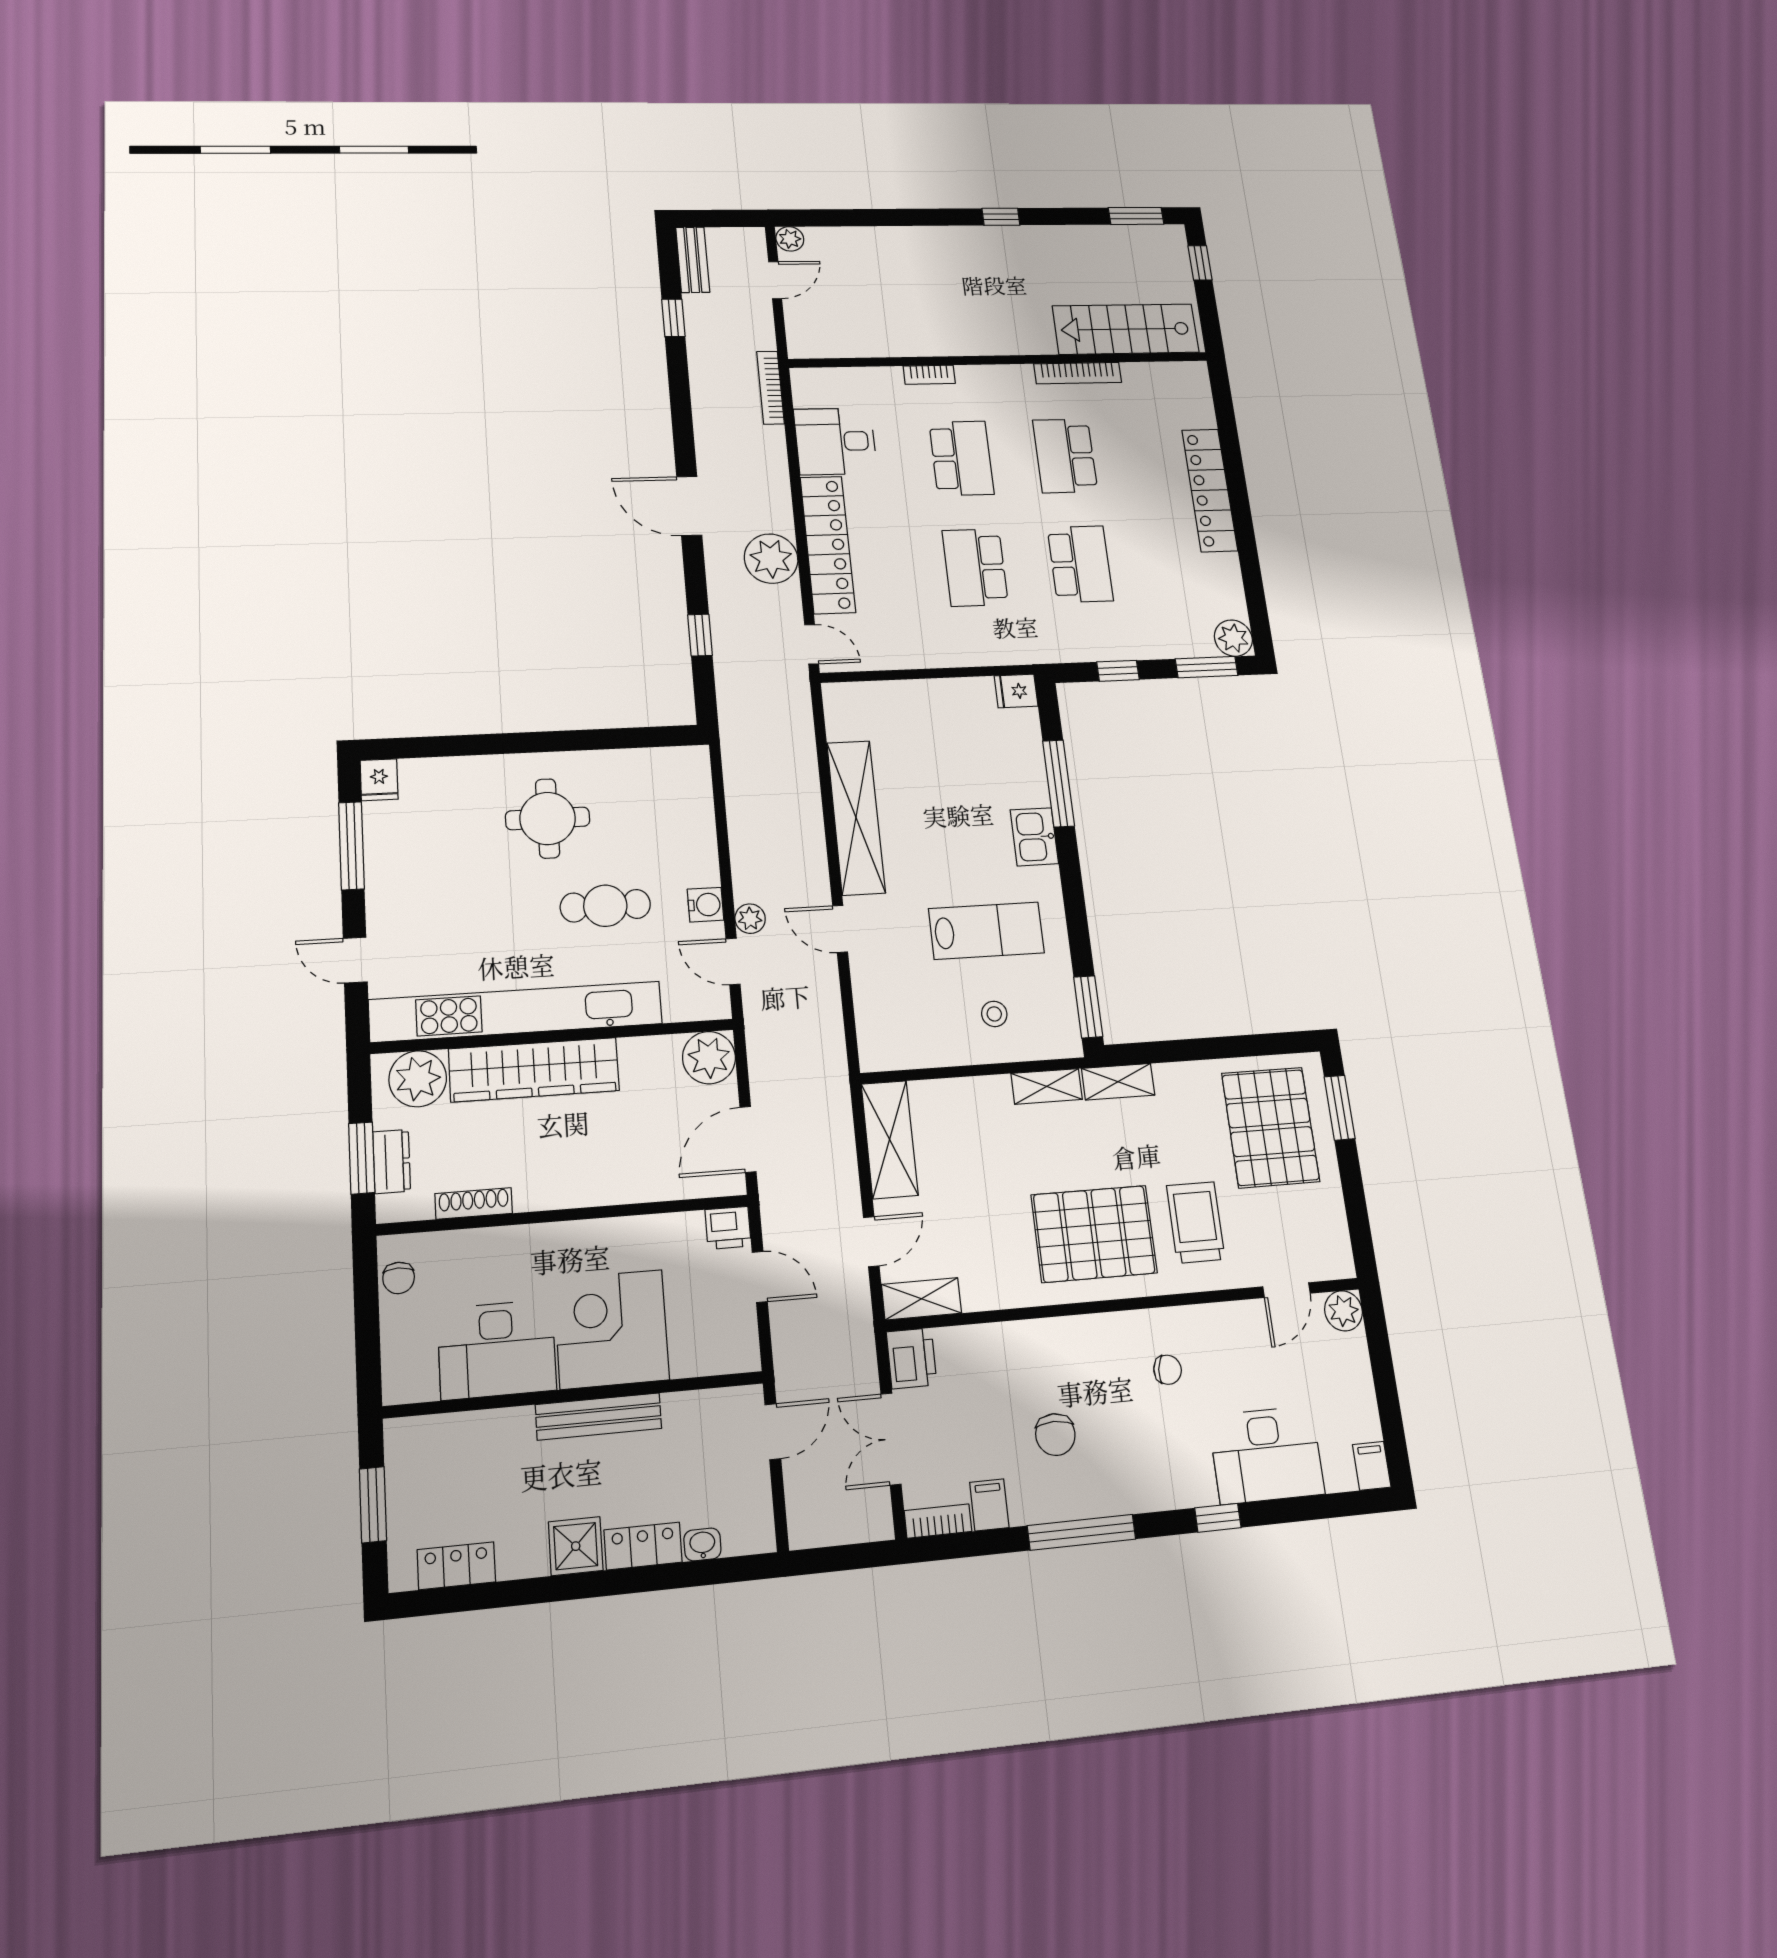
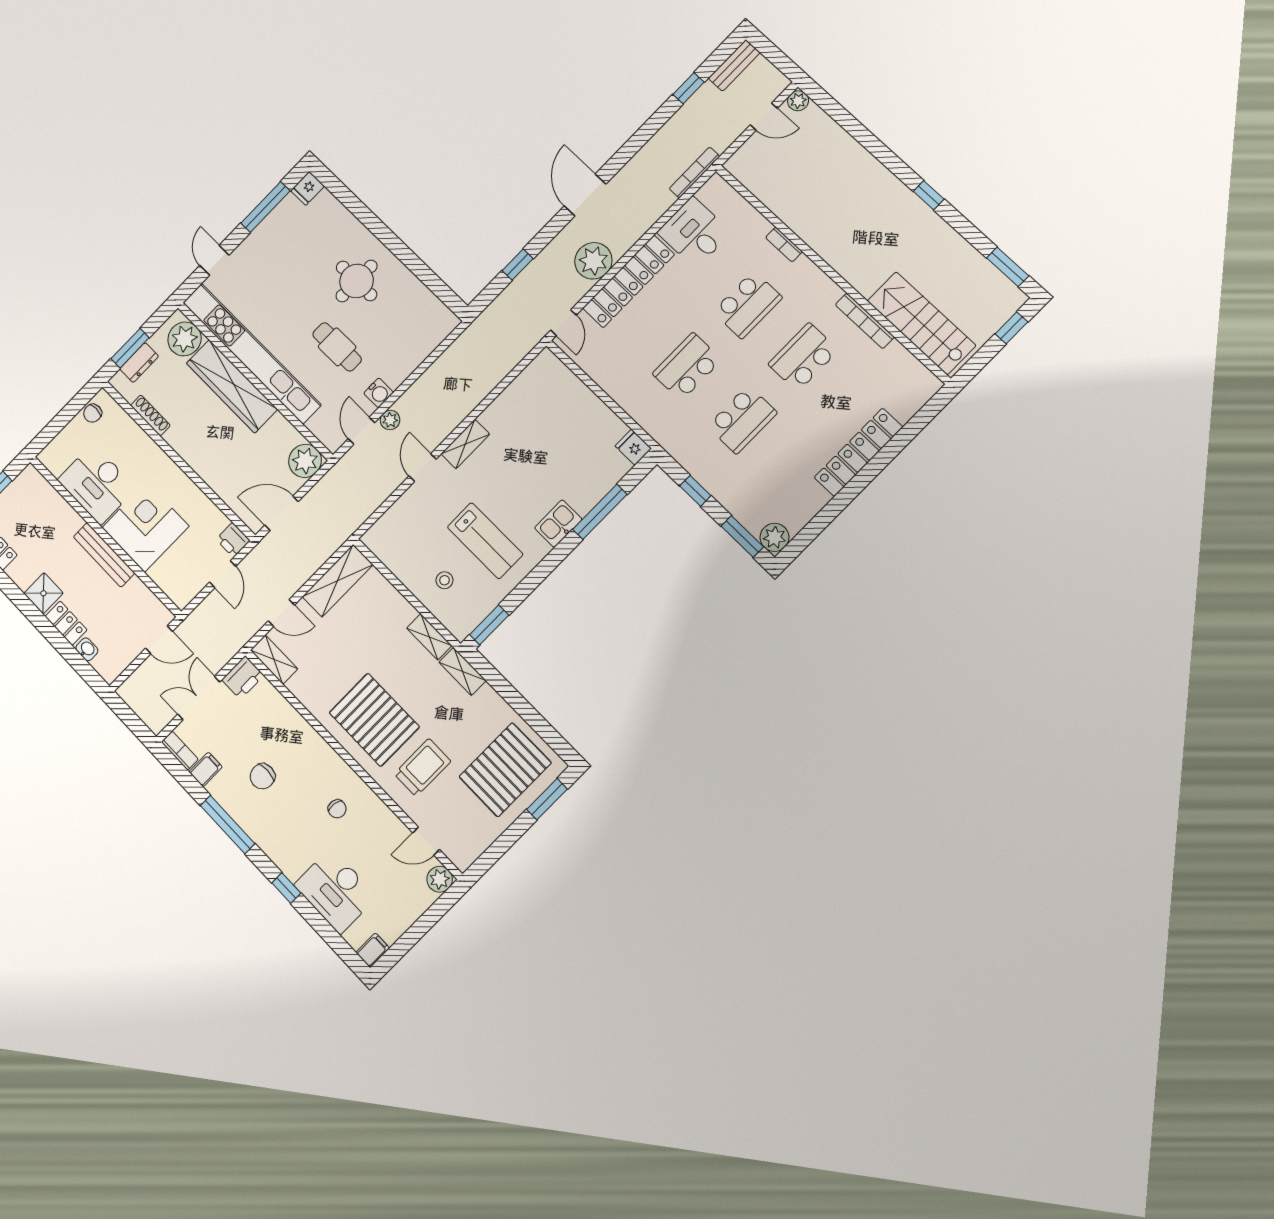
shelving: (856, 817) -> (465, 444), width x0.45, depth x0.75

